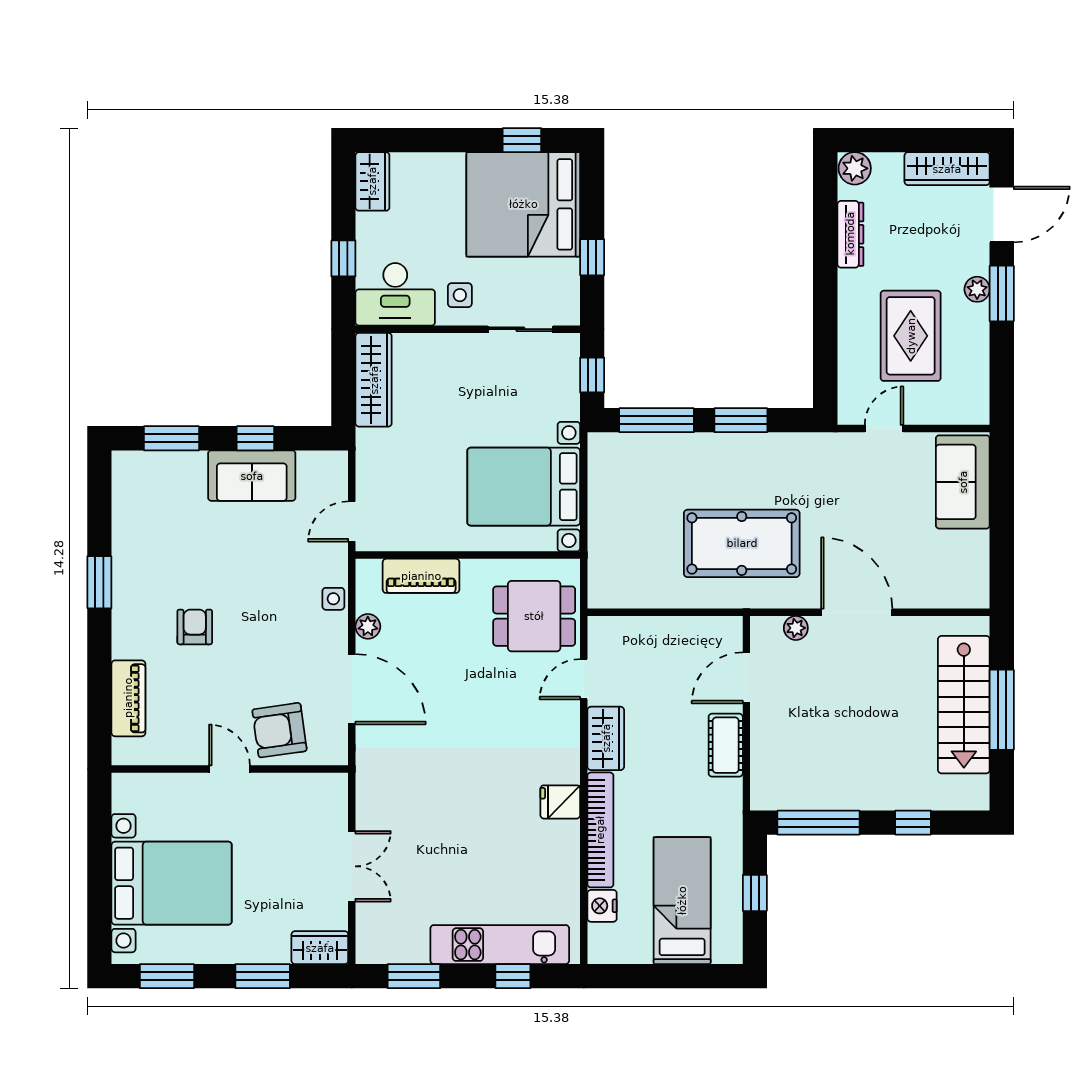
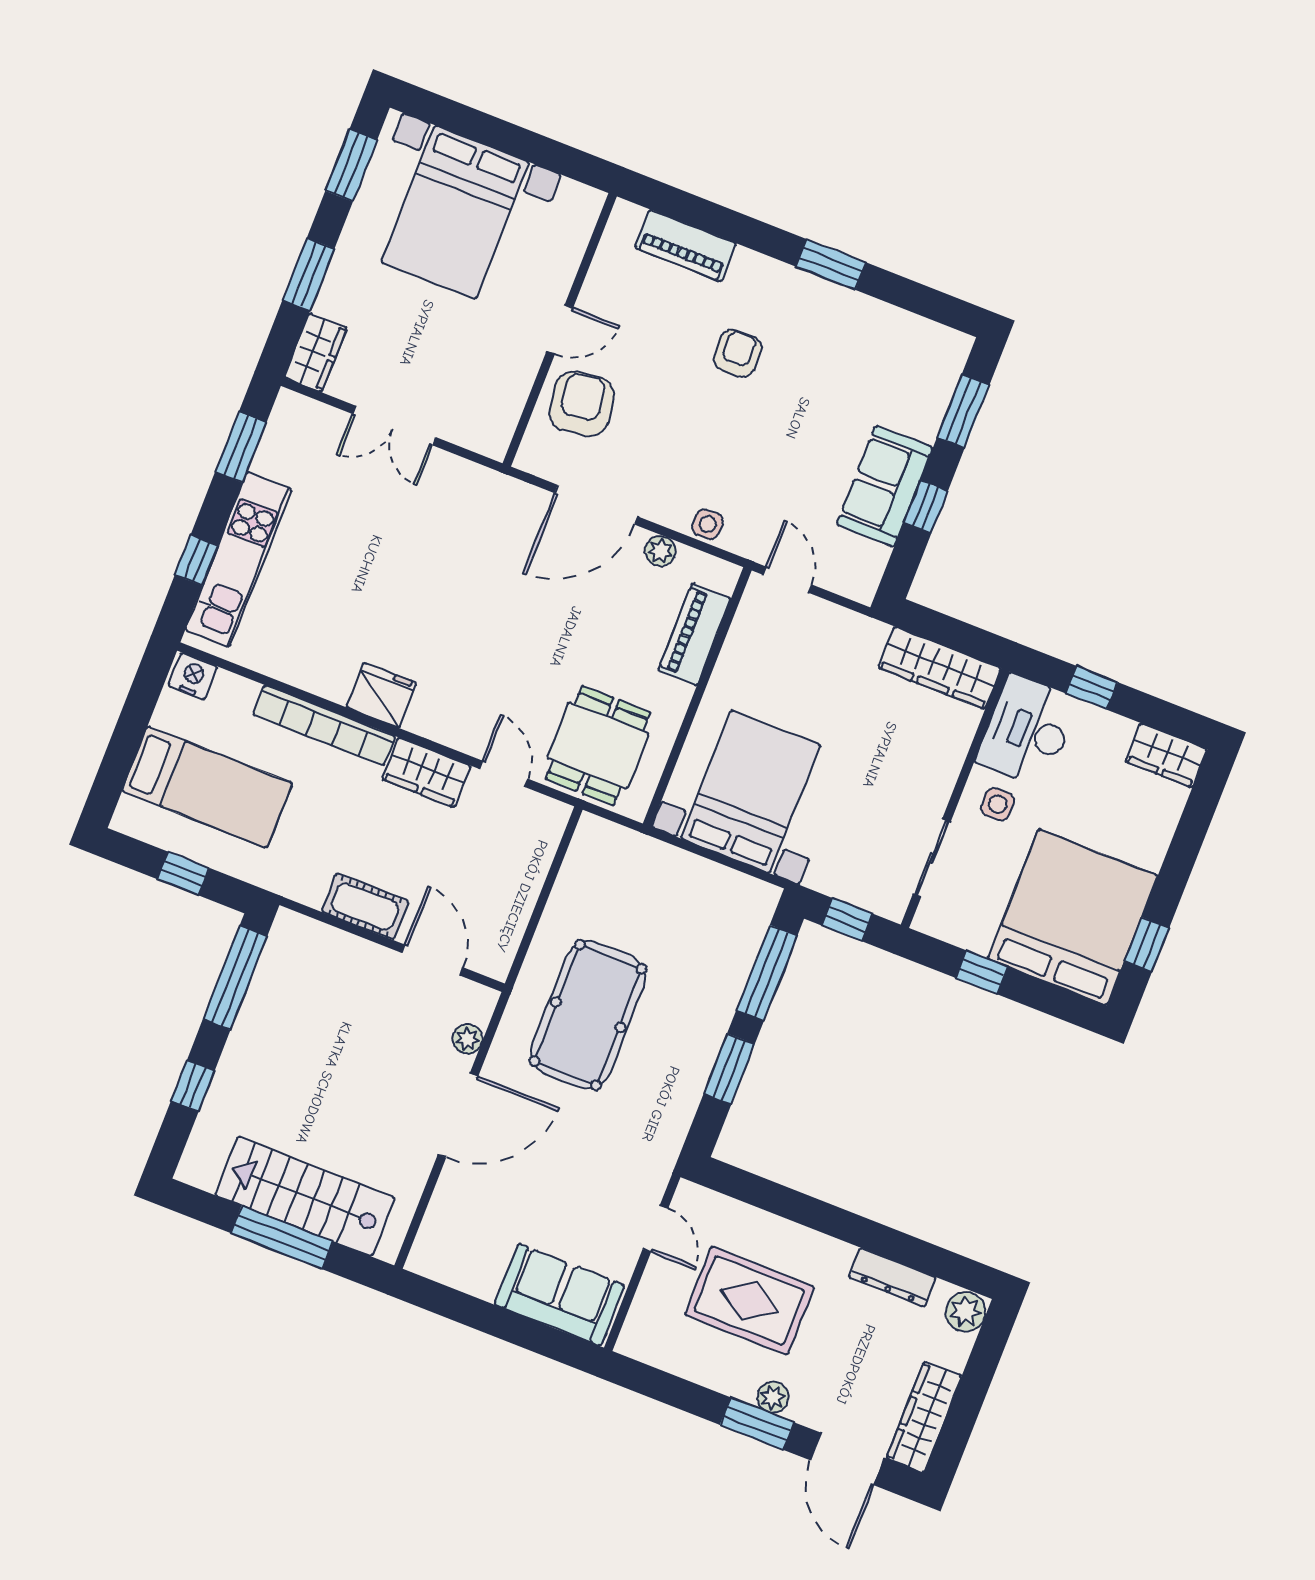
armchair: (195, 627) -> (737, 353), turned -90
fridge: (560, 802) -> (381, 695), width x1.38
nightstand: (602, 906) -> (193, 676), moved

